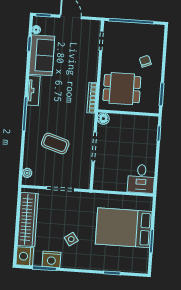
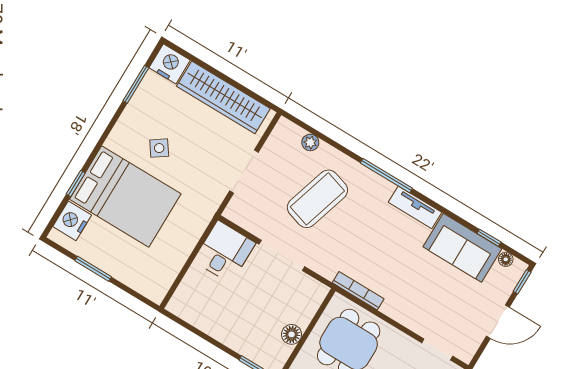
floor lamp: (103, 119) -> (292, 334), moved
coffee table: (55, 143) -> (317, 199), width x1.36, depth x1.32
plant: (27, 173) -> (310, 142), moved
desk: (141, 179) -> (224, 252), moved, turned 90
bed: (124, 228) -> (125, 197), moved, turned 90
nightstand: (51, 259) -> (72, 221), moved

